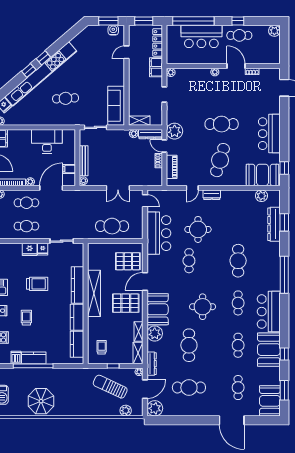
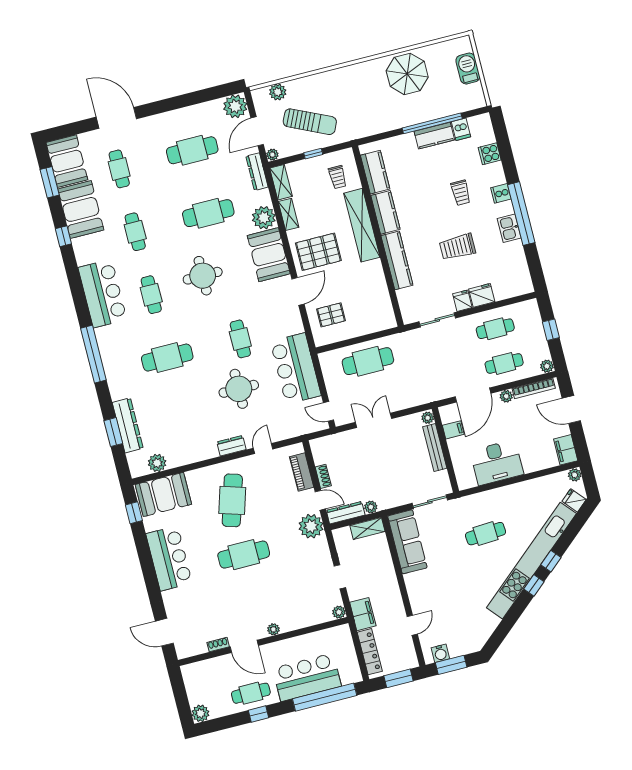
pallet: (128, 261) -> (331, 315), width x0.67, depth x0.71
cafe table: (238, 261) -> (167, 358), turned 90
shelving: (94, 293) -> (362, 225), moved
cafe table: (189, 345) -> (208, 213), turned 90
booth: (269, 350) -> (81, 209), moved

